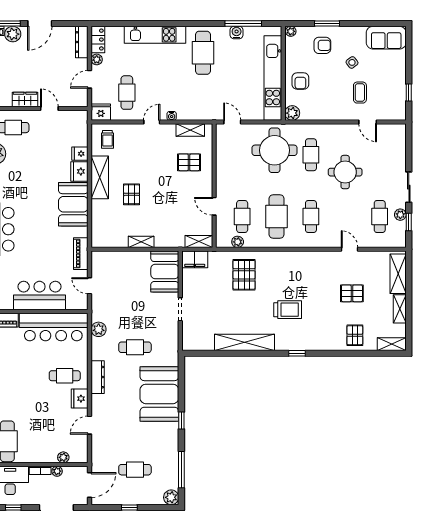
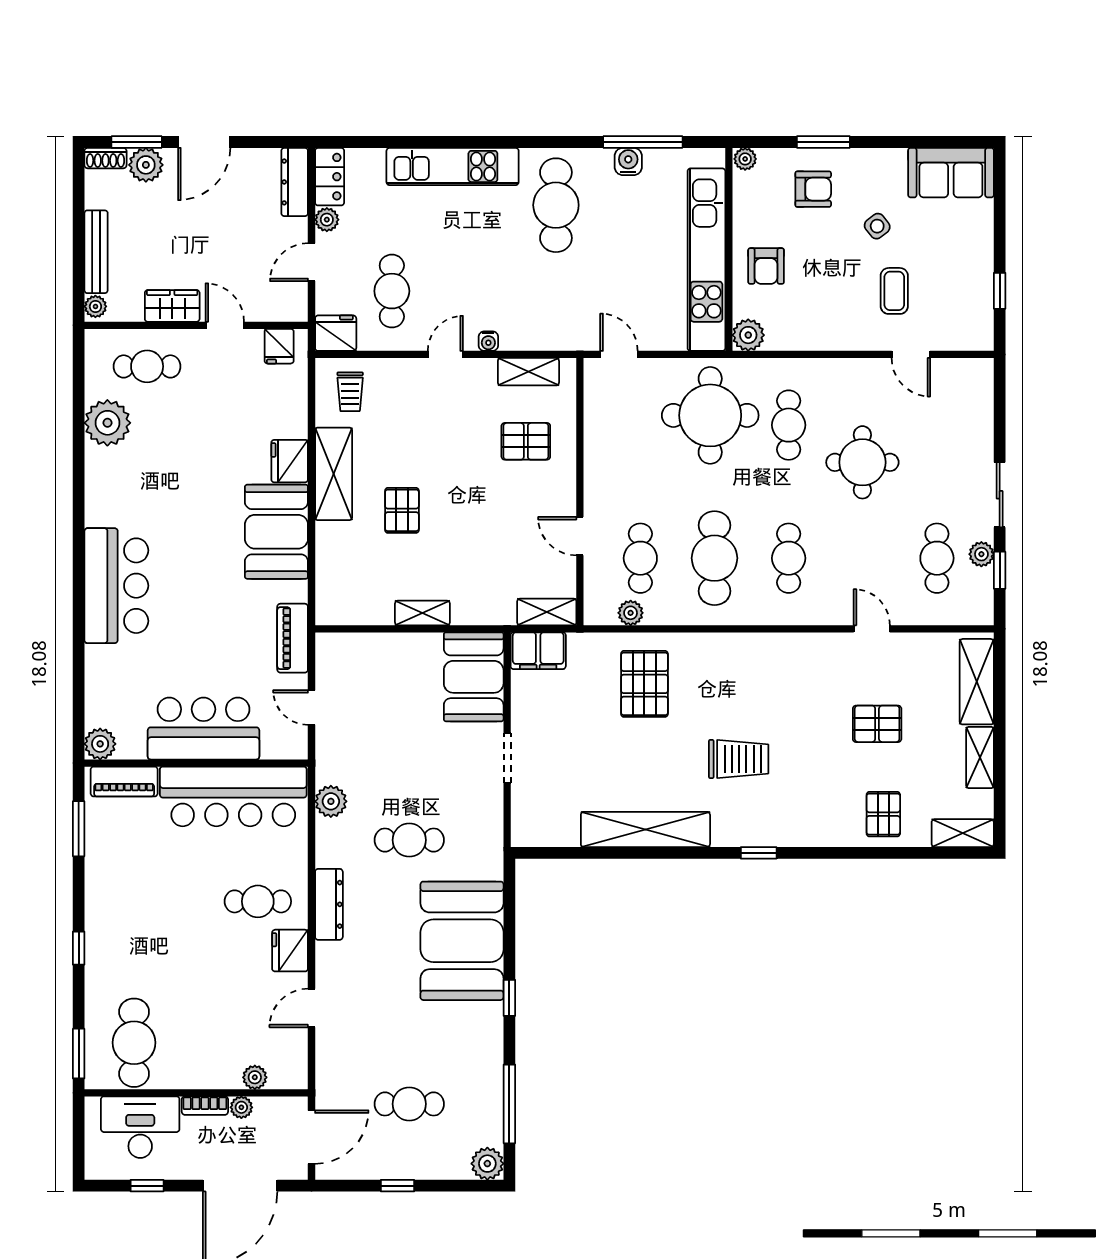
fridge: (80, 154) -> (279, 346), moved, turned -90

